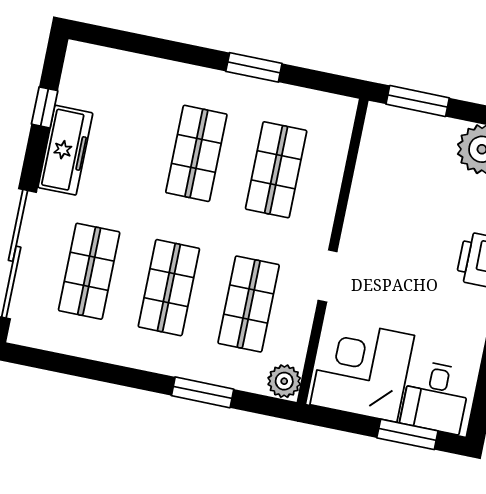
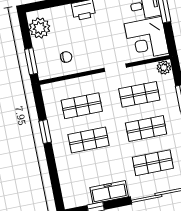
chair: (395, 180) -> (66, 57), added

